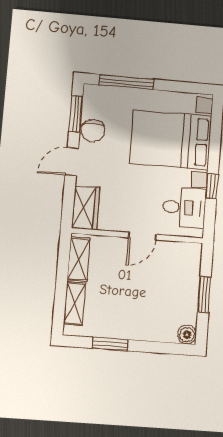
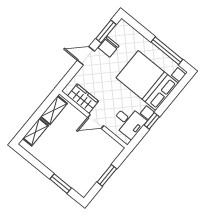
window: (127, 82) -> (167, 51), moved
wardrobe: (86, 208) -> (83, 99), moved, turned -90
boiler: (187, 335) -> (83, 190), removed
window: (110, 344) -> (61, 184), moved

